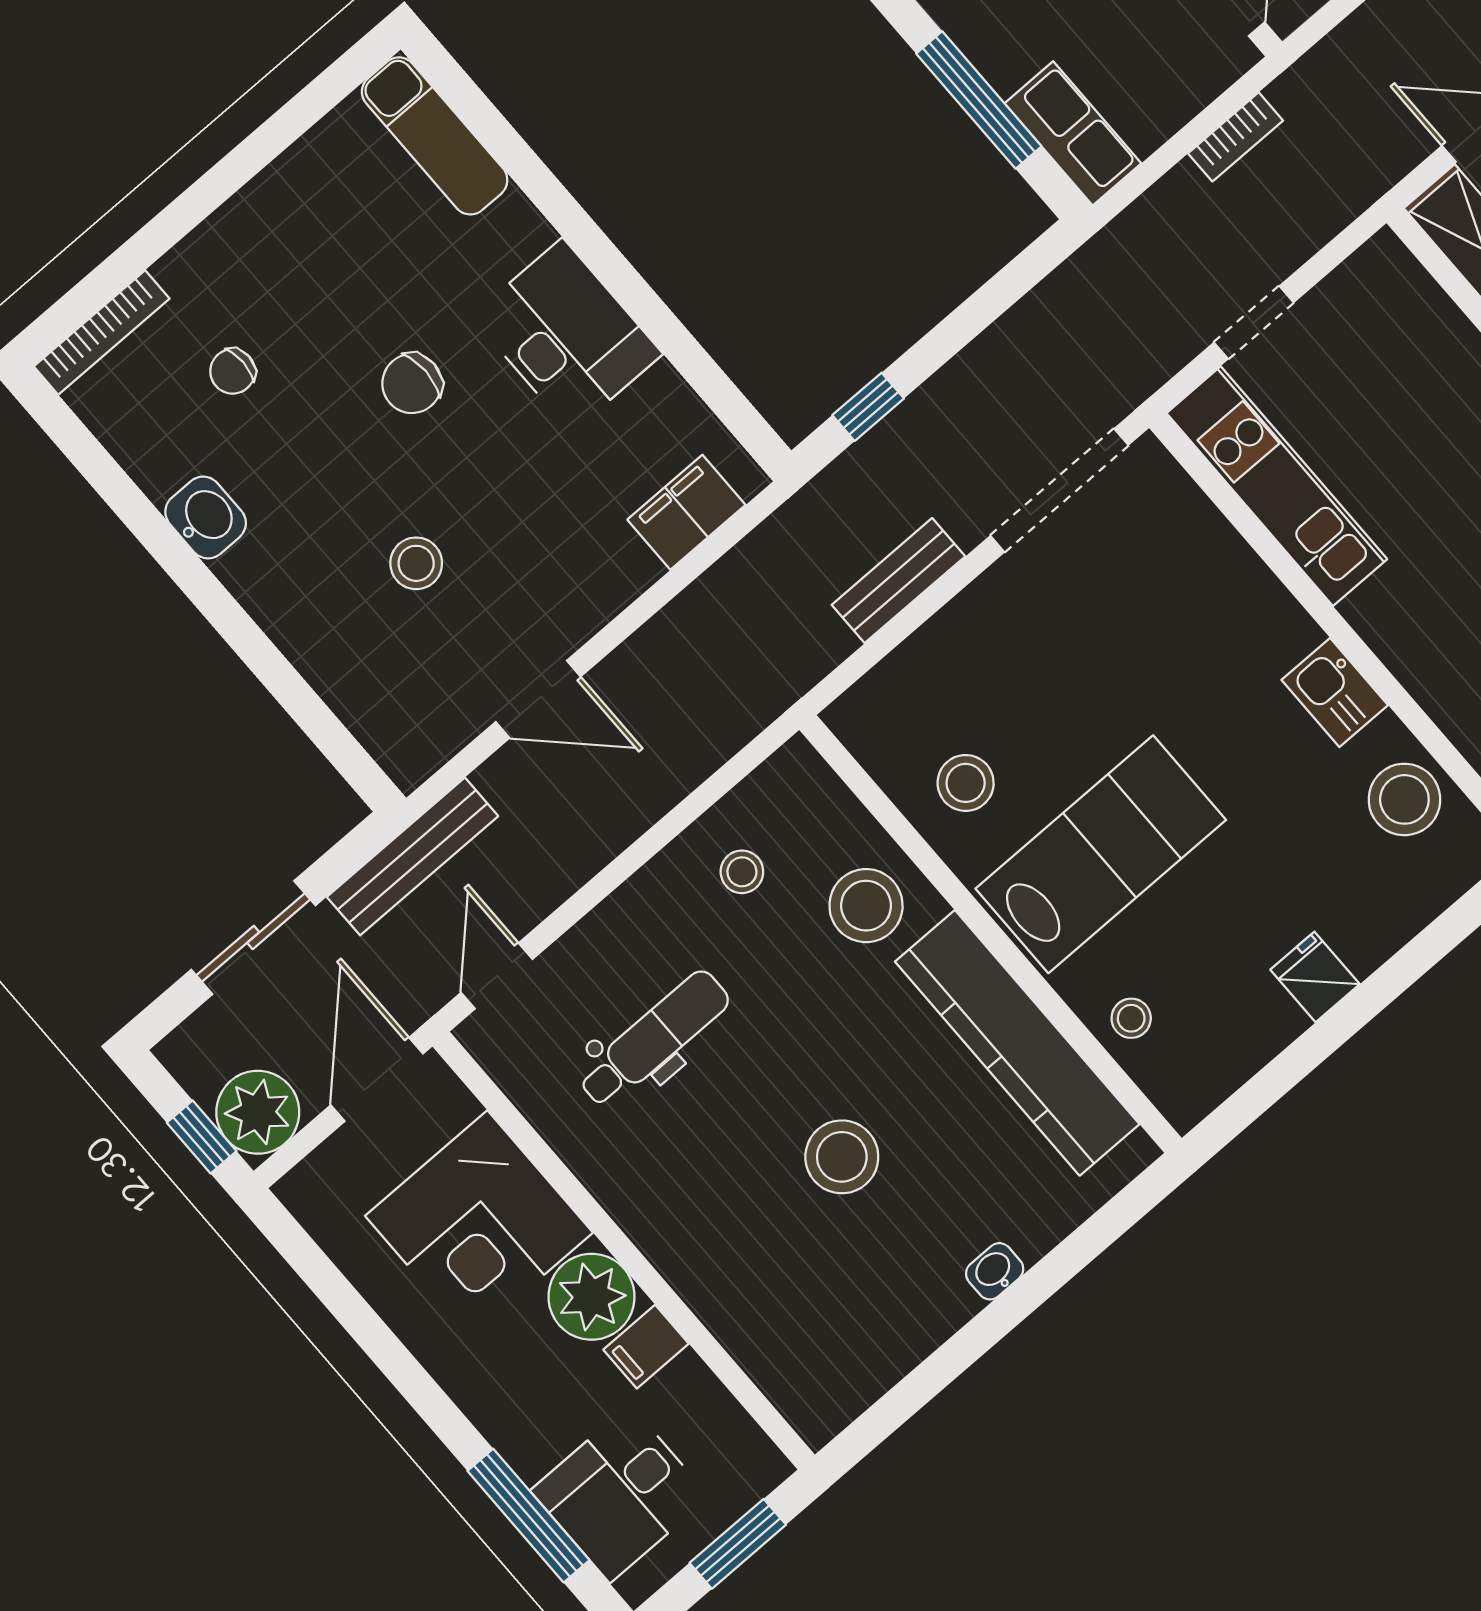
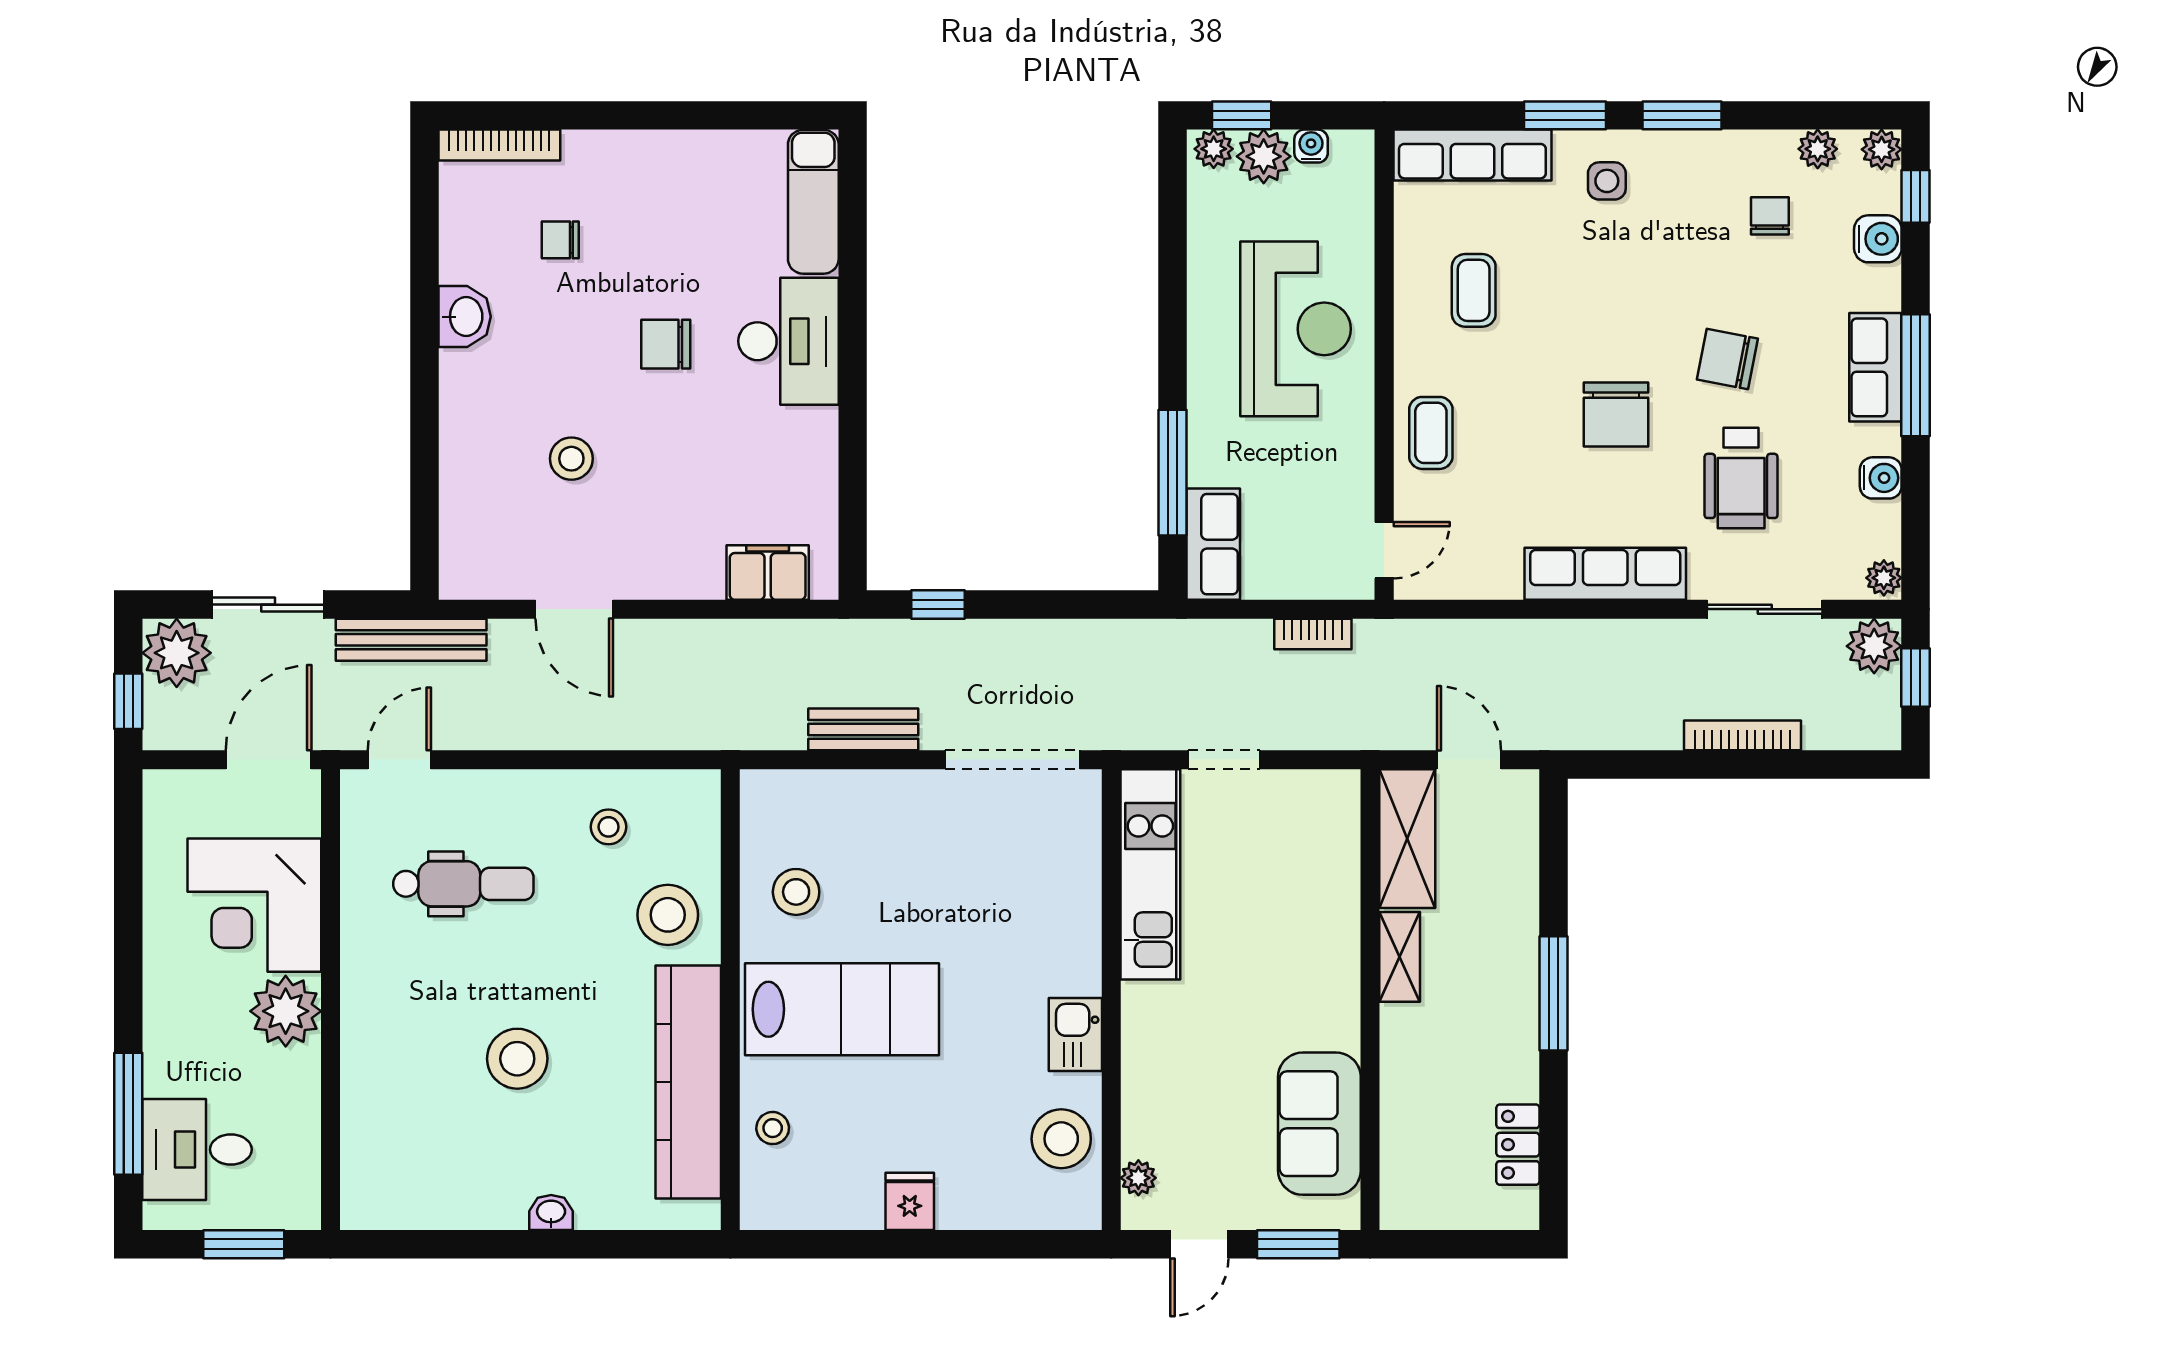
desk: (567, 335) -> (788, 341), moved
plant: (258, 1112) -> (177, 653), moved
filing cabinet: (646, 1347) -> (293, 1072), removed

